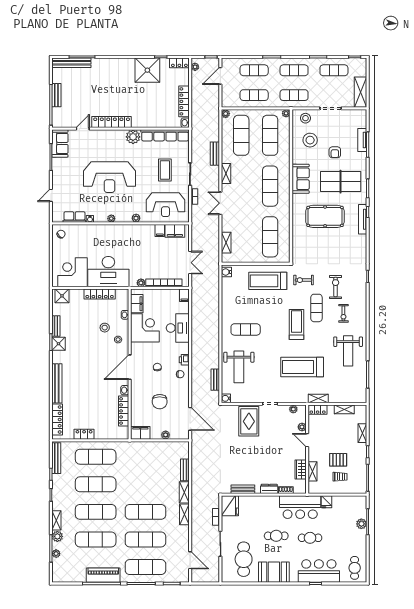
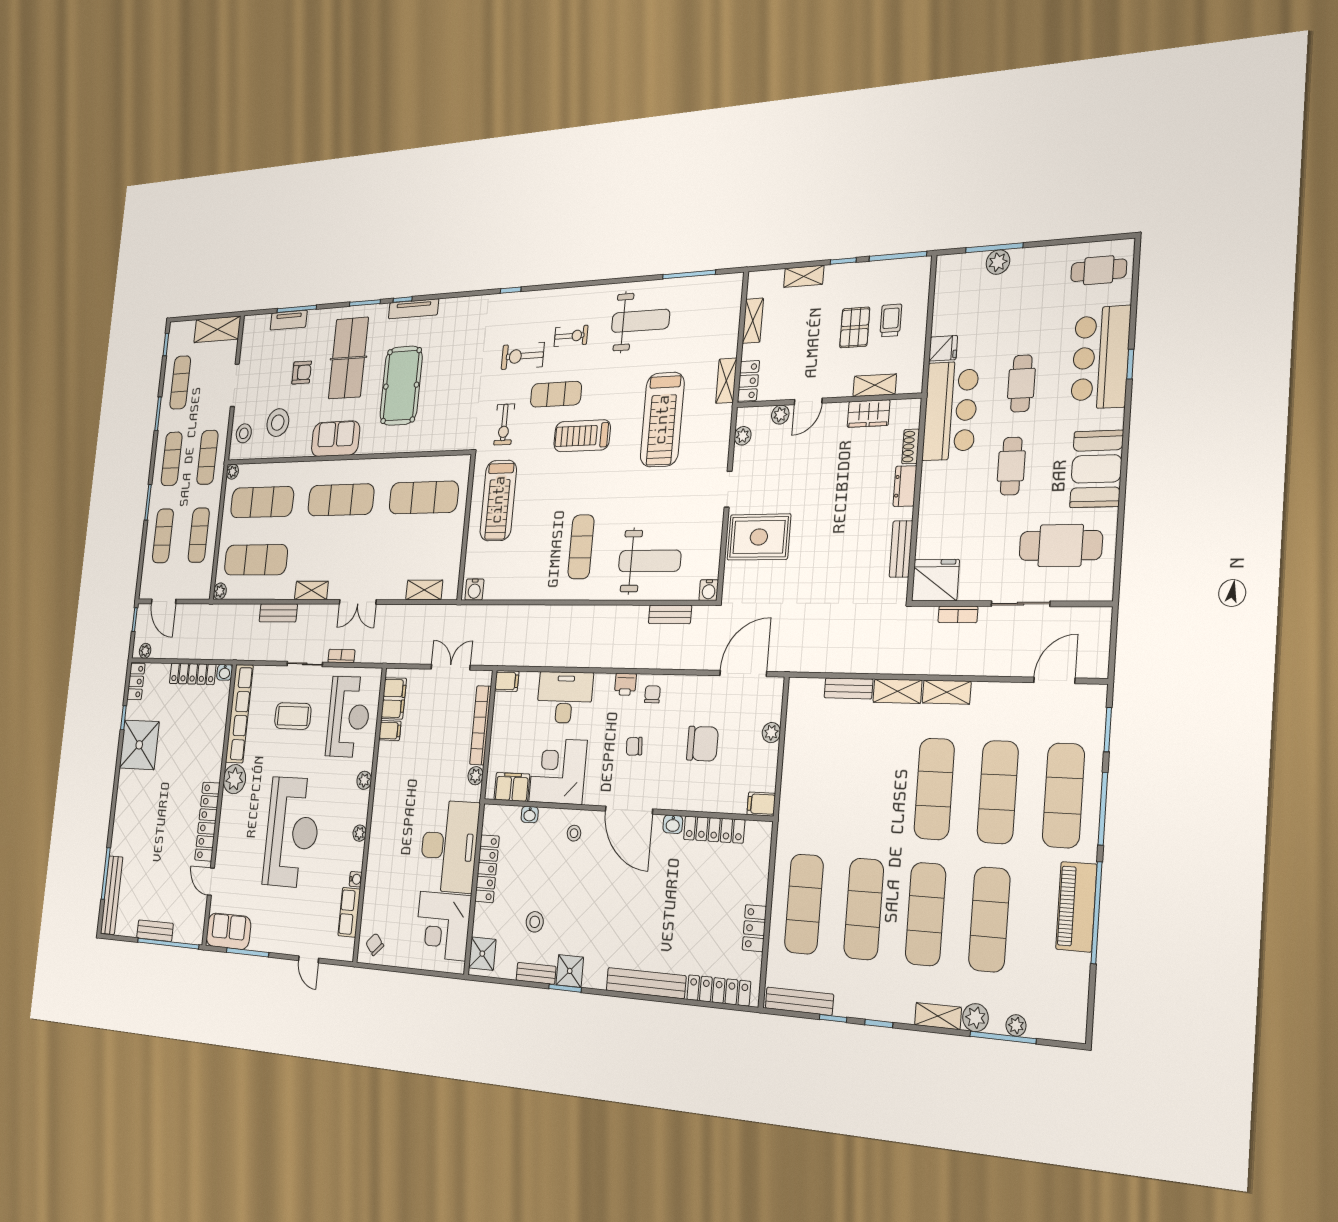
stool: (105, 328) -> (535, 922), moved
filing cabinet: (140, 433) -> (761, 804), width x0.50

